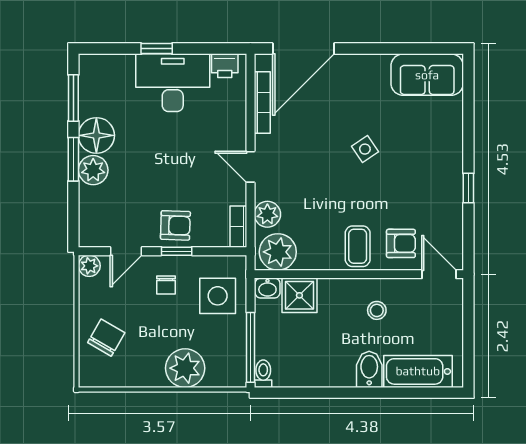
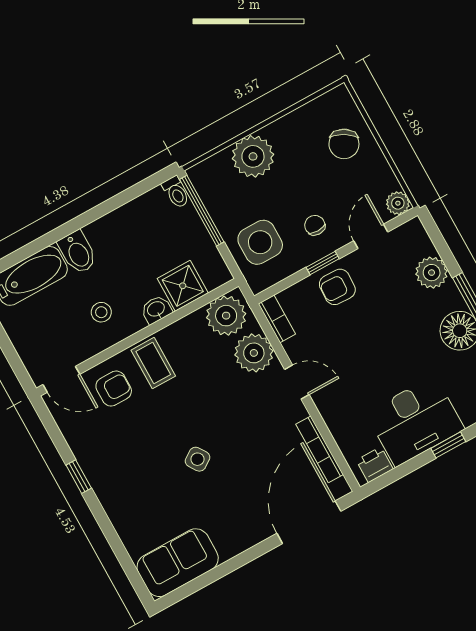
plant: (93, 170) -> (432, 273), moved
plant: (267, 214) -> (254, 353), width x1.36, depth x1.36
armchair: (401, 243) -> (114, 389), turned 180
washbasin: (267, 288) -> (156, 309), moved

